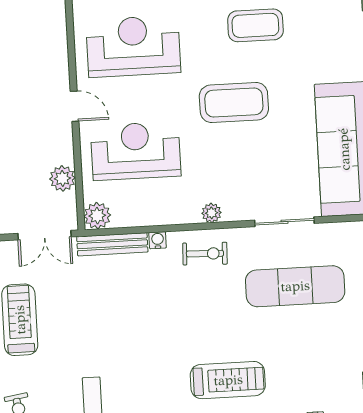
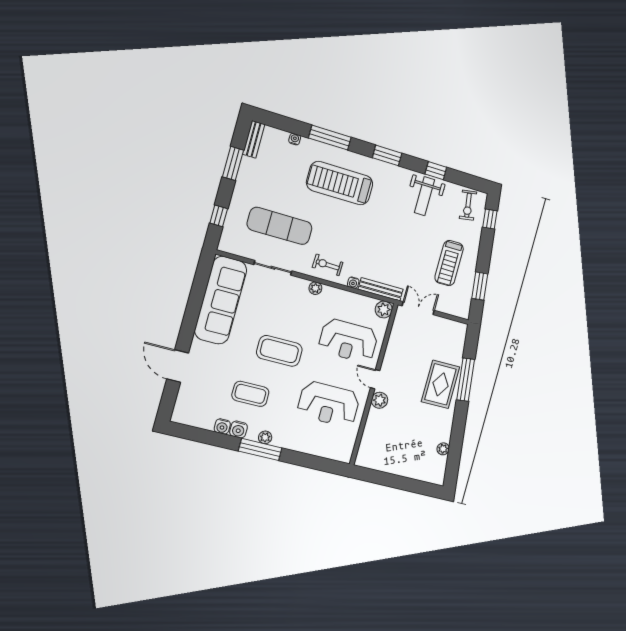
plant: (62, 178) -> (380, 400), moved
treadmill: (228, 380) -> (340, 183), width x1.37, depth x1.38

